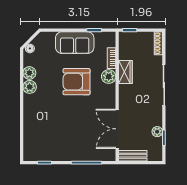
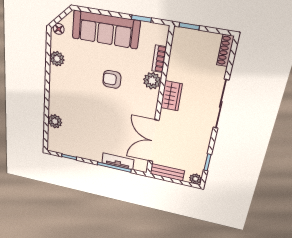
sofa: (75, 43) -> (106, 30), width x1.36
wardrobe: (125, 72) -> (171, 96), moved
armchair: (77, 82) -> (112, 79), width x0.53, depth x0.53
plant: (30, 87) -> (55, 121), moved
plant: (157, 132) -> (195, 179), moved
tv unit: (89, 156) -> (118, 161), added

